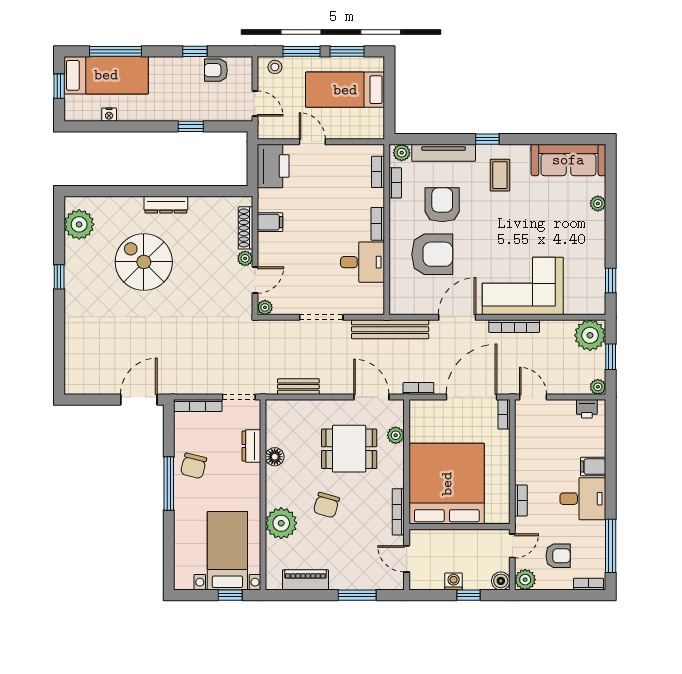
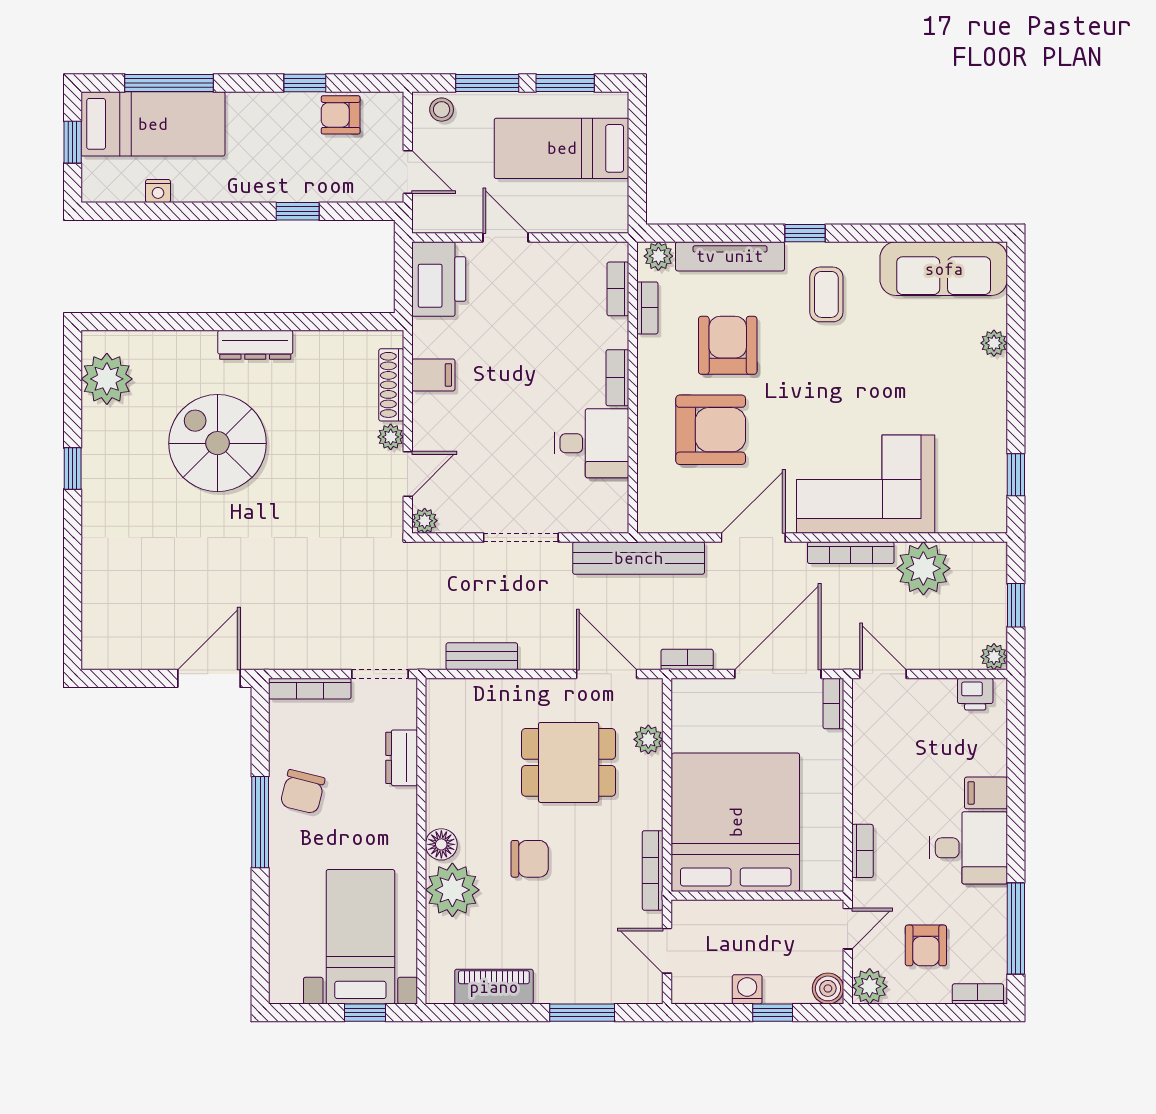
plant: (590, 335) -> (923, 568), moved
floor lamp: (275, 457) -> (441, 844), moved
chair: (326, 505) -> (530, 859), turned -106
armchair: (558, 556) -> (926, 945), turned 90

